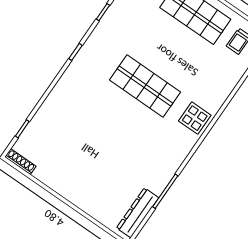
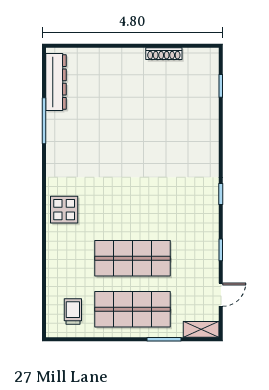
shop shelf: (145, 86) -> (132, 258), moved
shoe rack: (20, 162) -> (164, 54), moved

